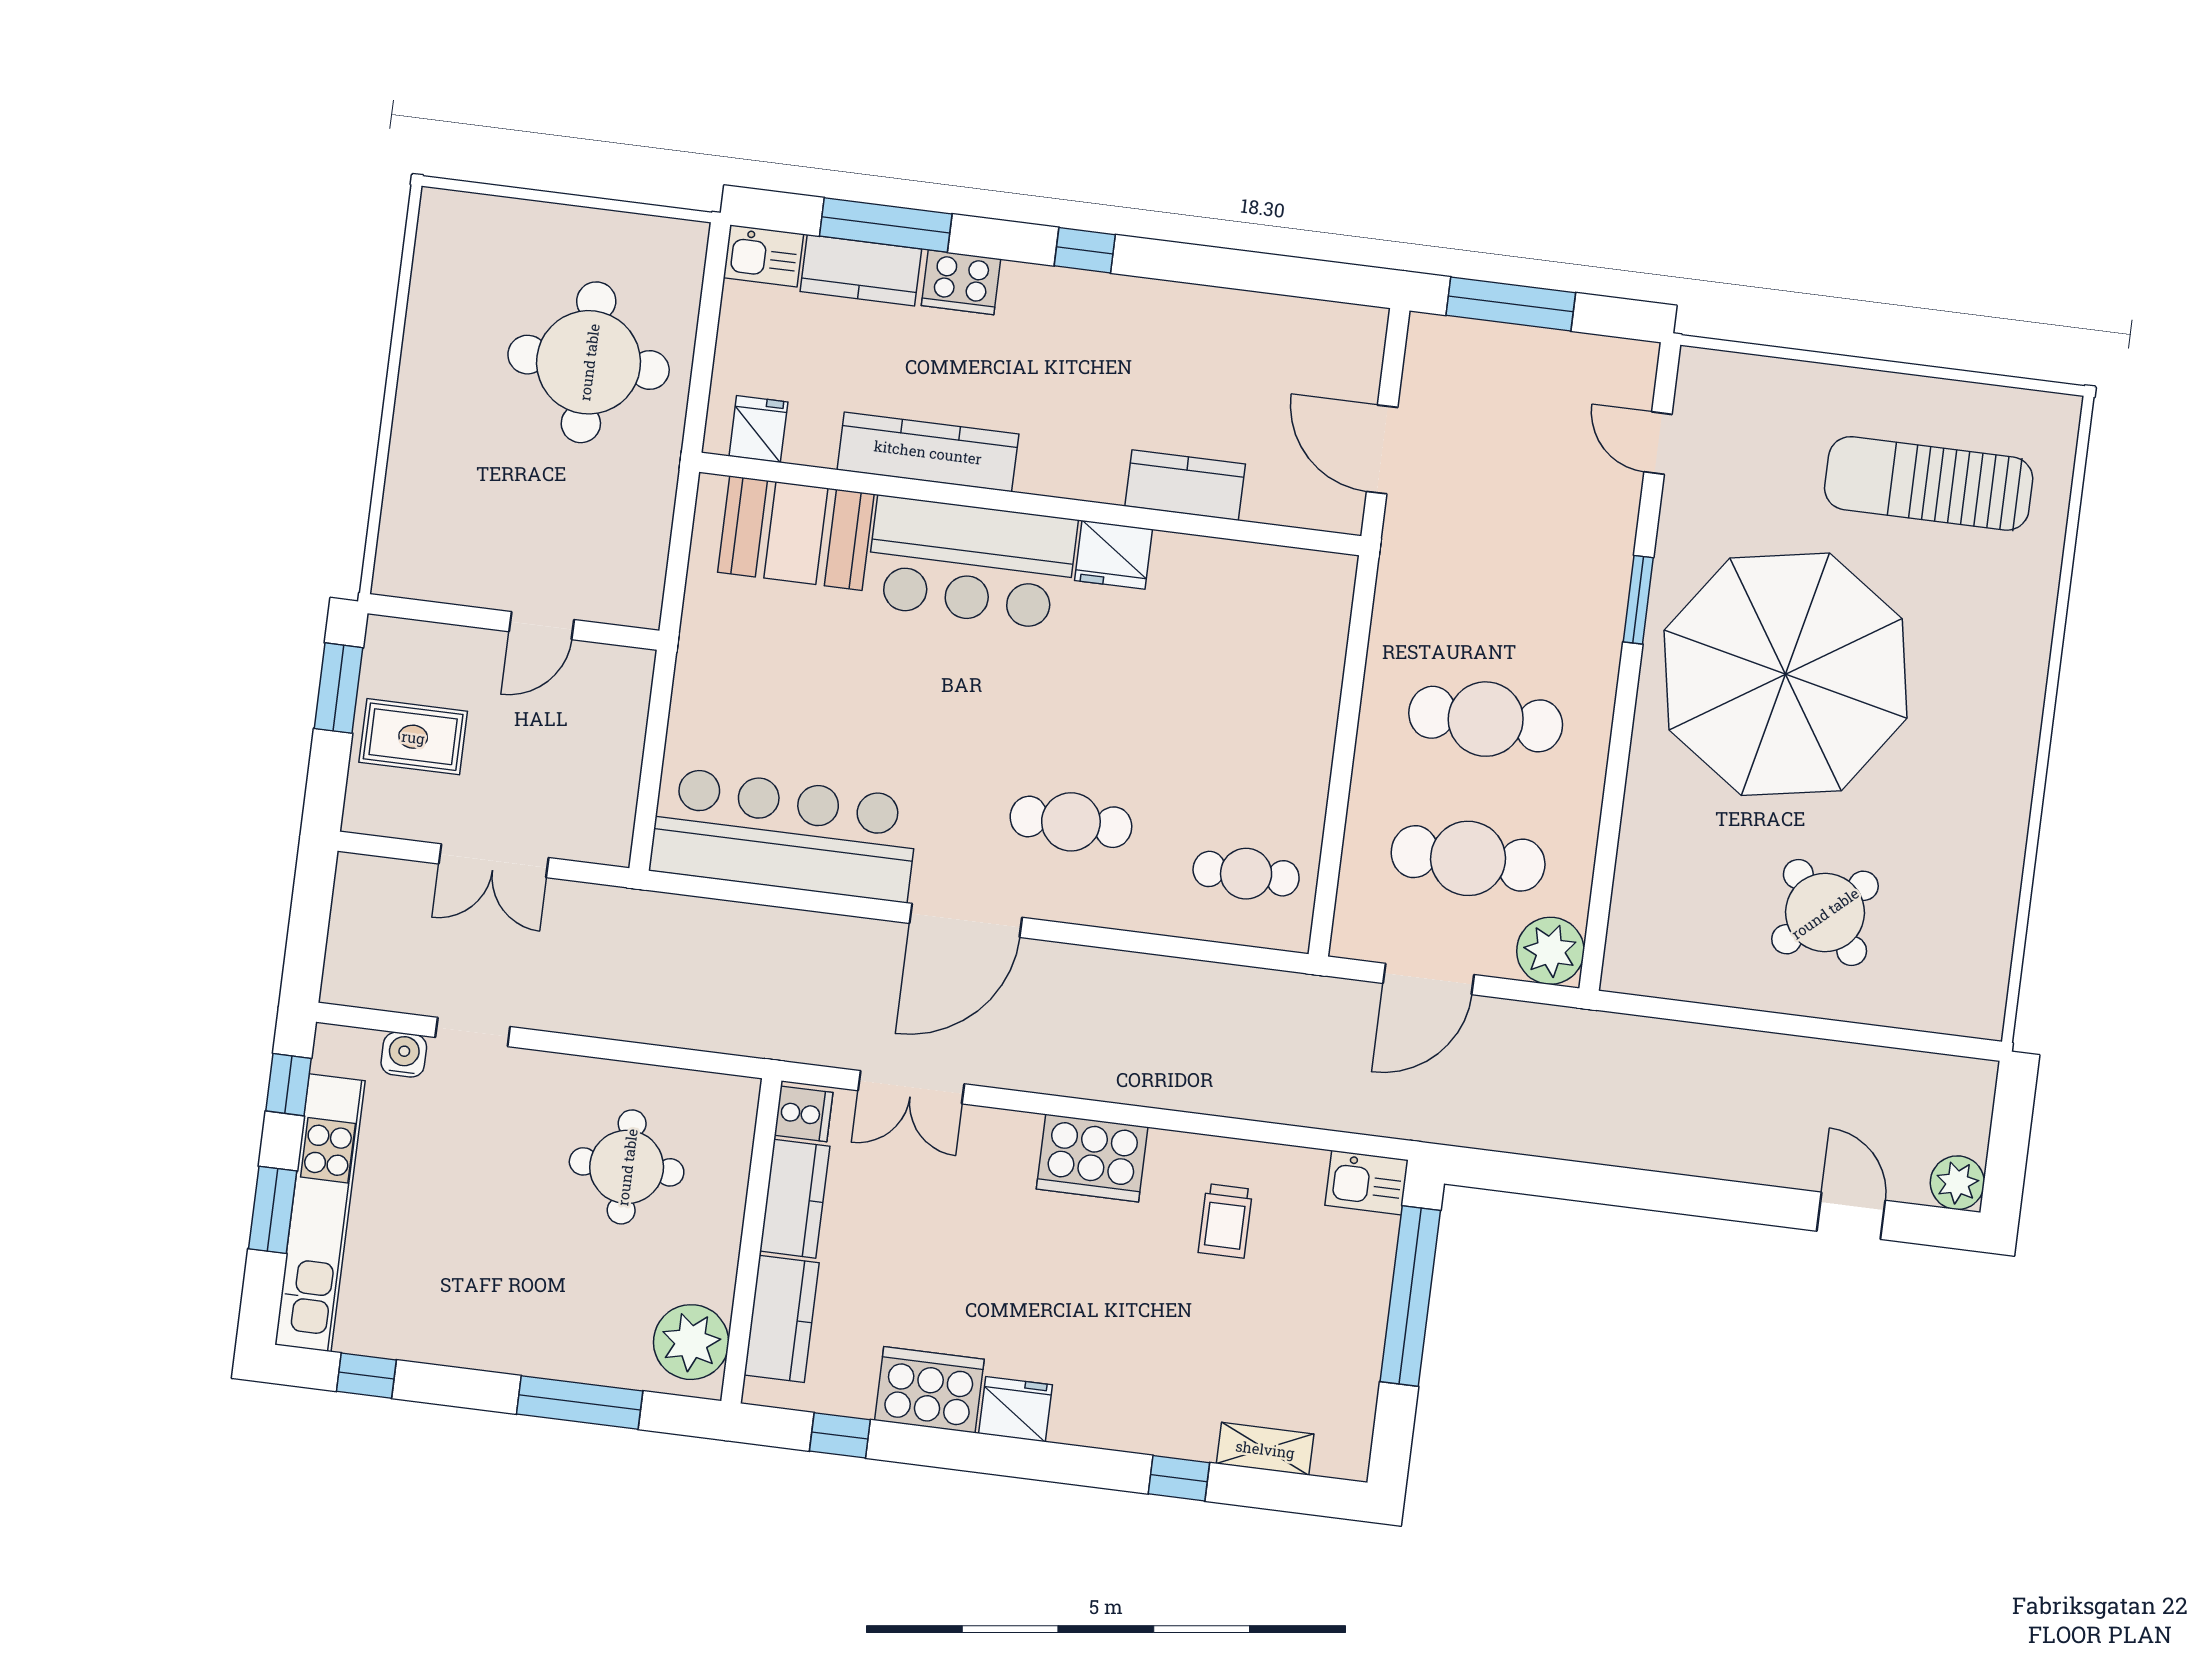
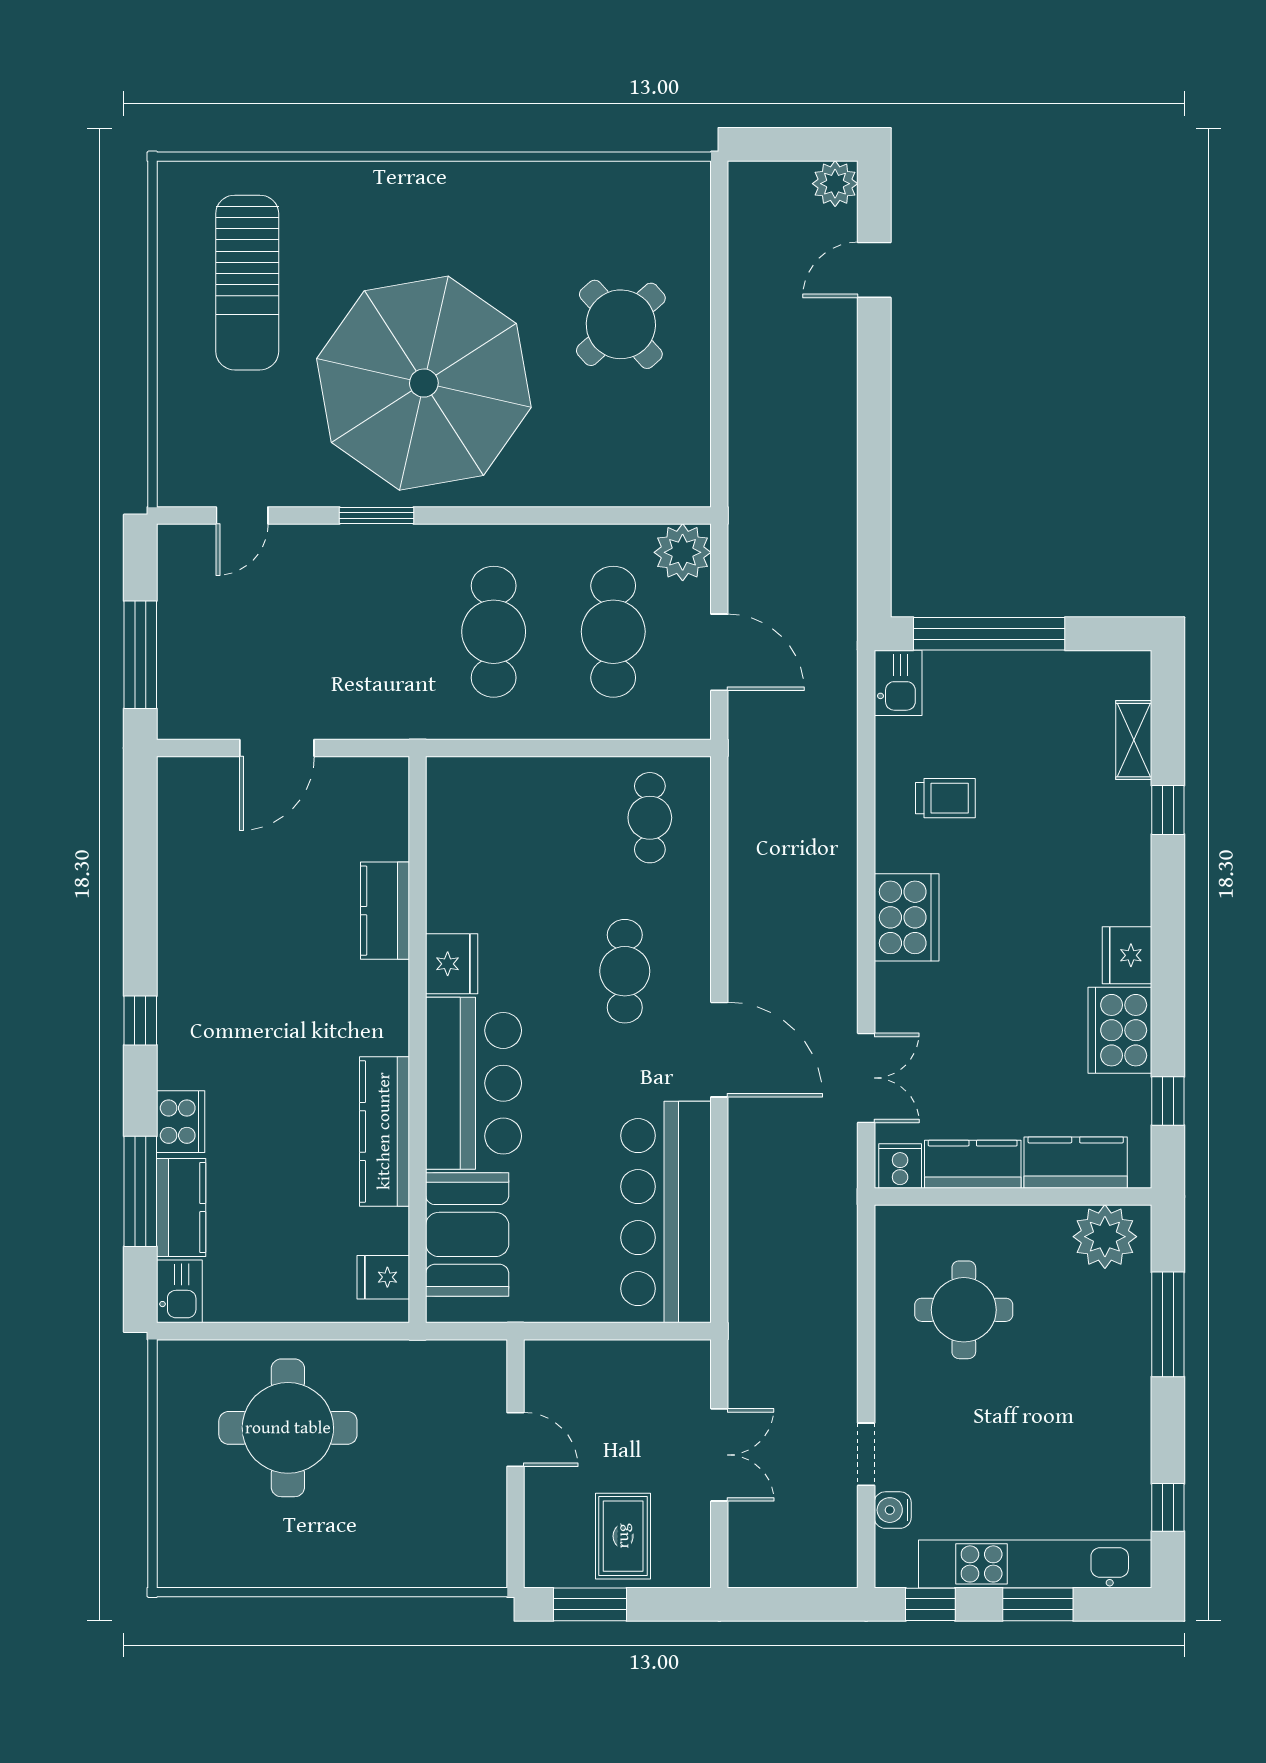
fridge: (758, 429) -> (383, 1277), moved
kitchen counter: (928, 452) -> (384, 1131), moved
kitchen counter: (1185, 485) -> (385, 911), moved
wall: (1030, 504) -> (418, 1040), moved
booth: (796, 533) -> (467, 1234), moved
fridge: (1113, 555) -> (452, 964), moved
bar counter: (971, 563) -> (474, 1083), moved

